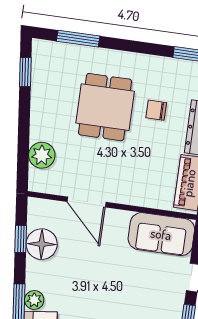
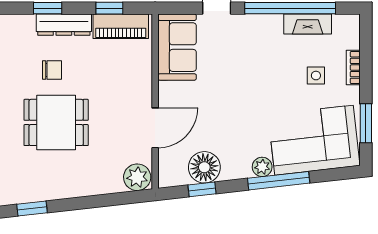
chair: (156, 110) -> (52, 70), turned -90
plant: (42, 155) -> (137, 177), moved

